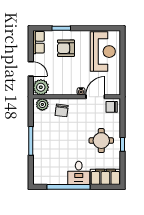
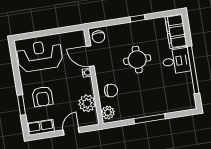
plant: (41, 87) -> (87, 103), moved
round table: (101, 141) -> (137, 60), moved

